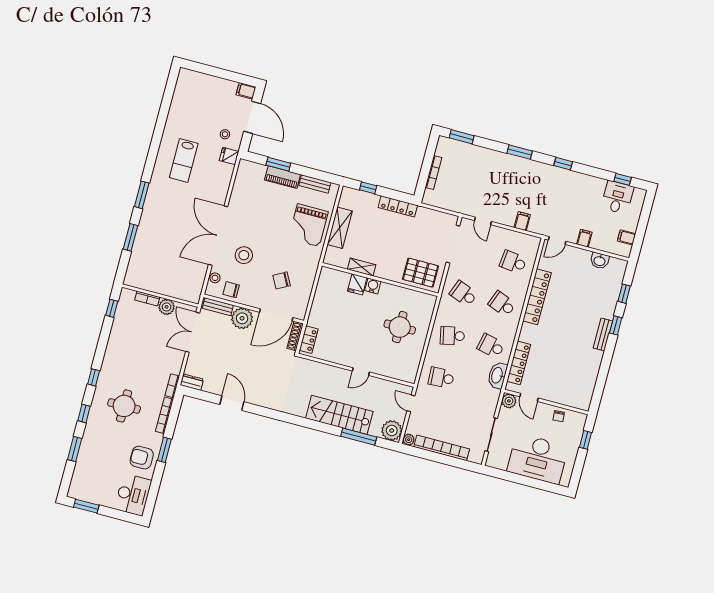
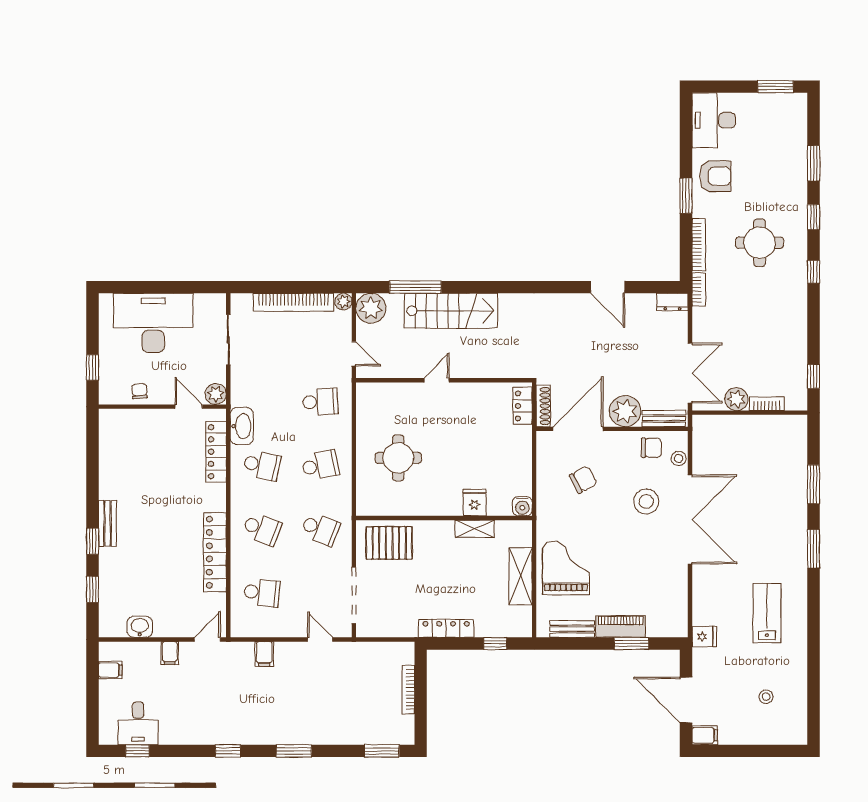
stool: (225, 134) -> (766, 697), moved
water cooler: (373, 286) -> (522, 506), moved

